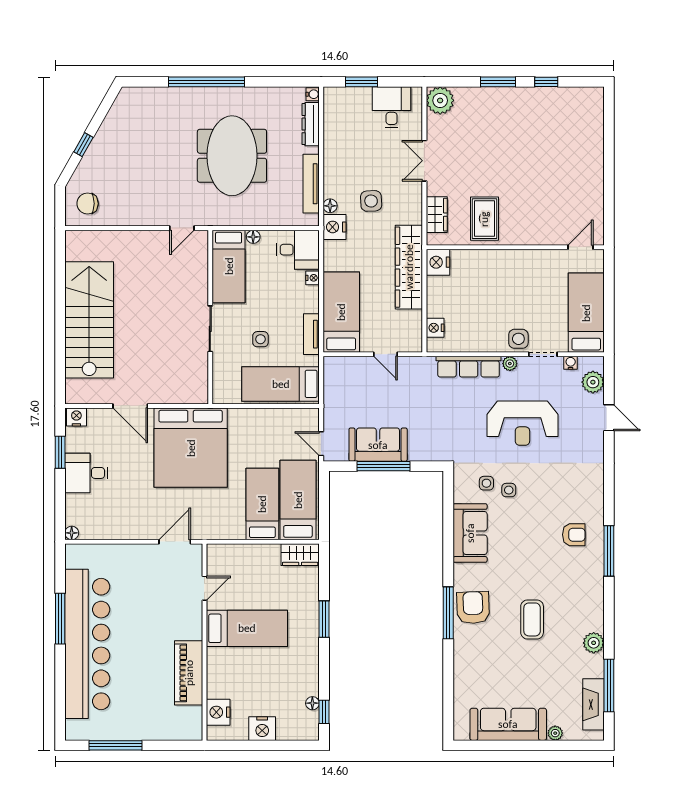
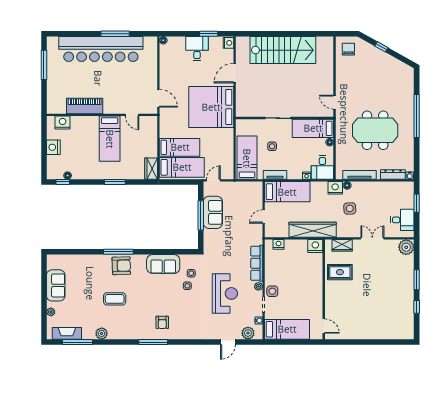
reception desk: (522, 423) -> (225, 293), turned 180
sofa: (508, 724) -> (56, 285), width x0.73

